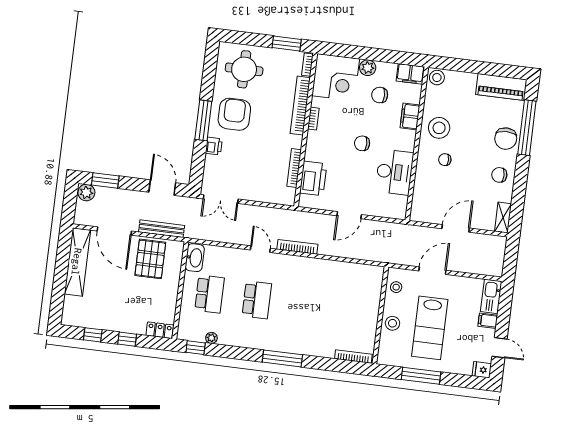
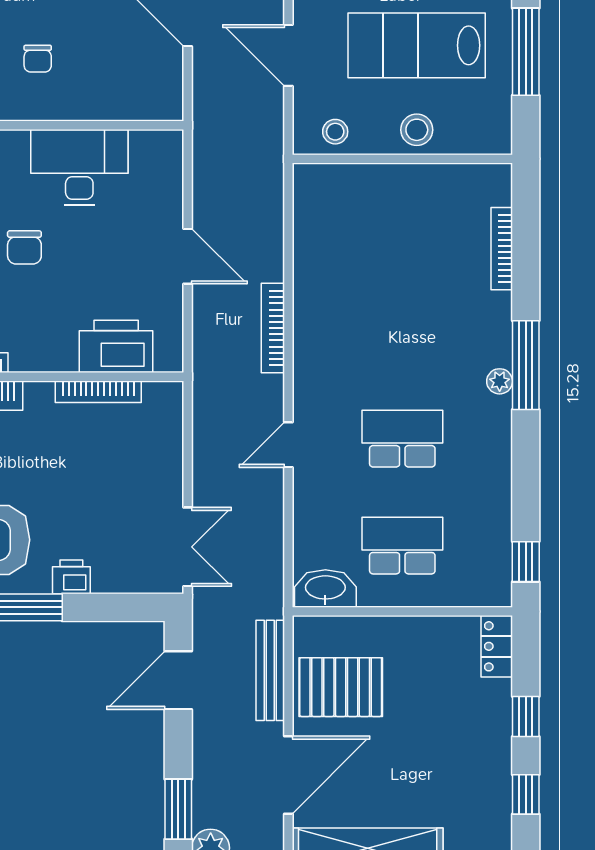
bookcase: (297, 247) -> (273, 328), moved
lab bench: (430, 328) -> (417, 45), turned 180
plant: (211, 338) -> (500, 381), moved
bookcase: (353, 357) -> (502, 249), moved

